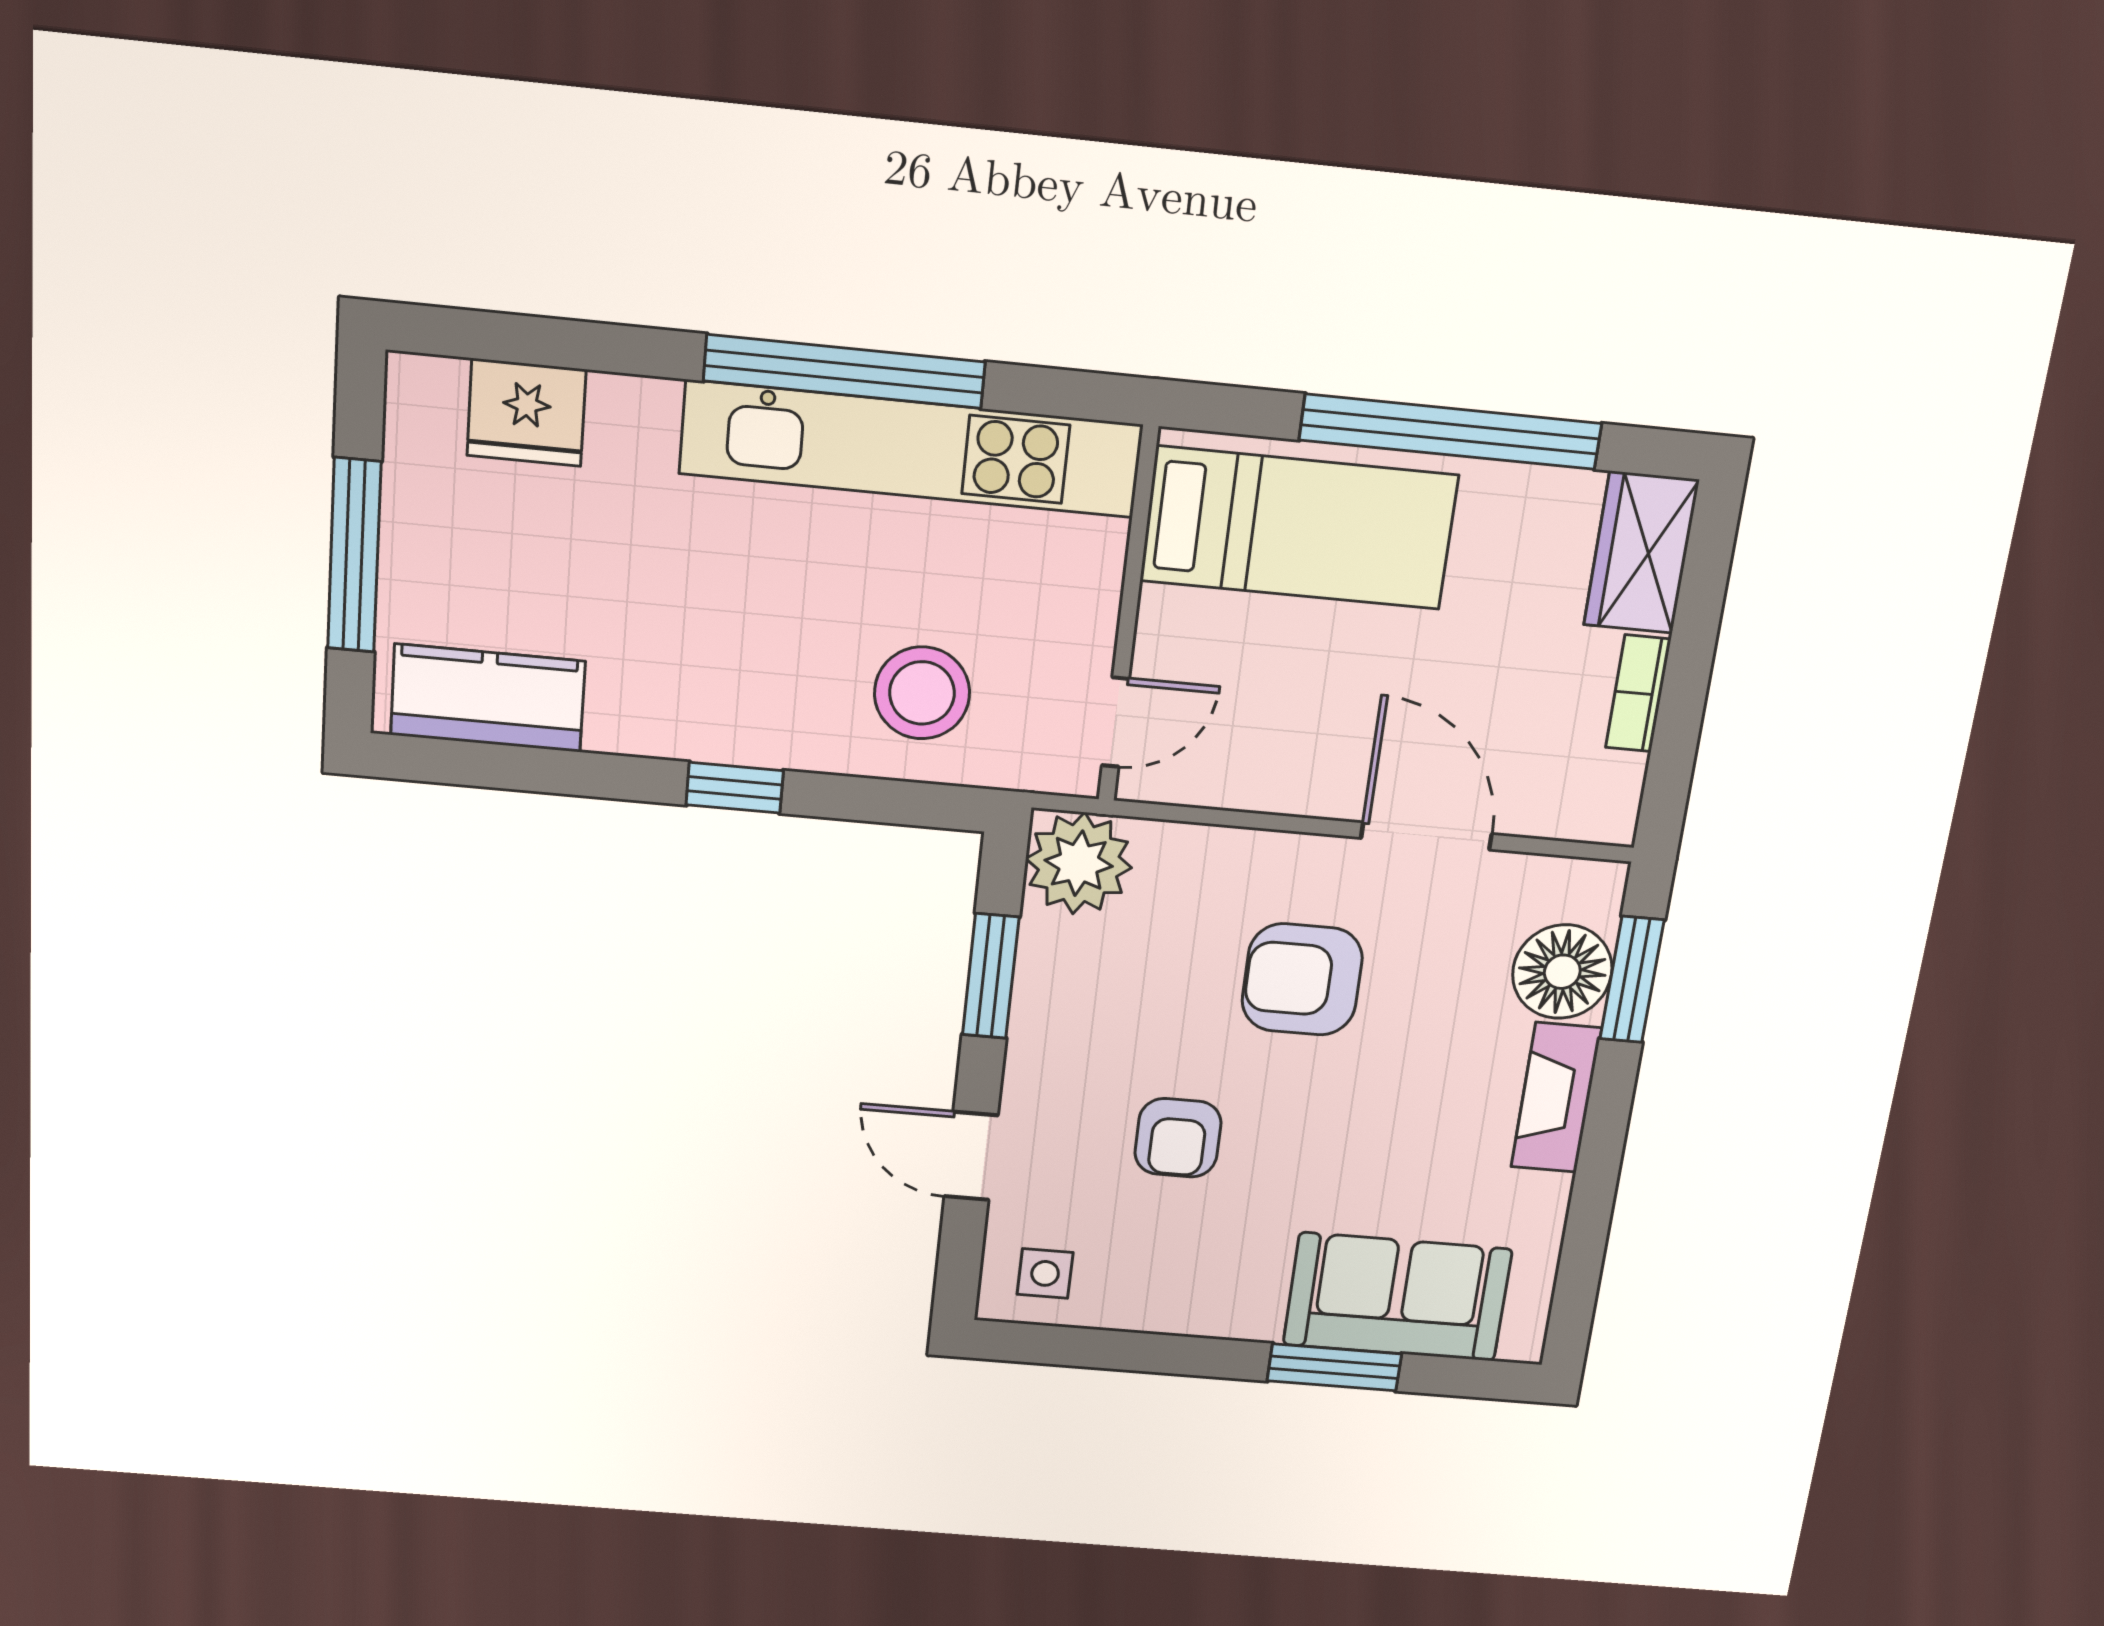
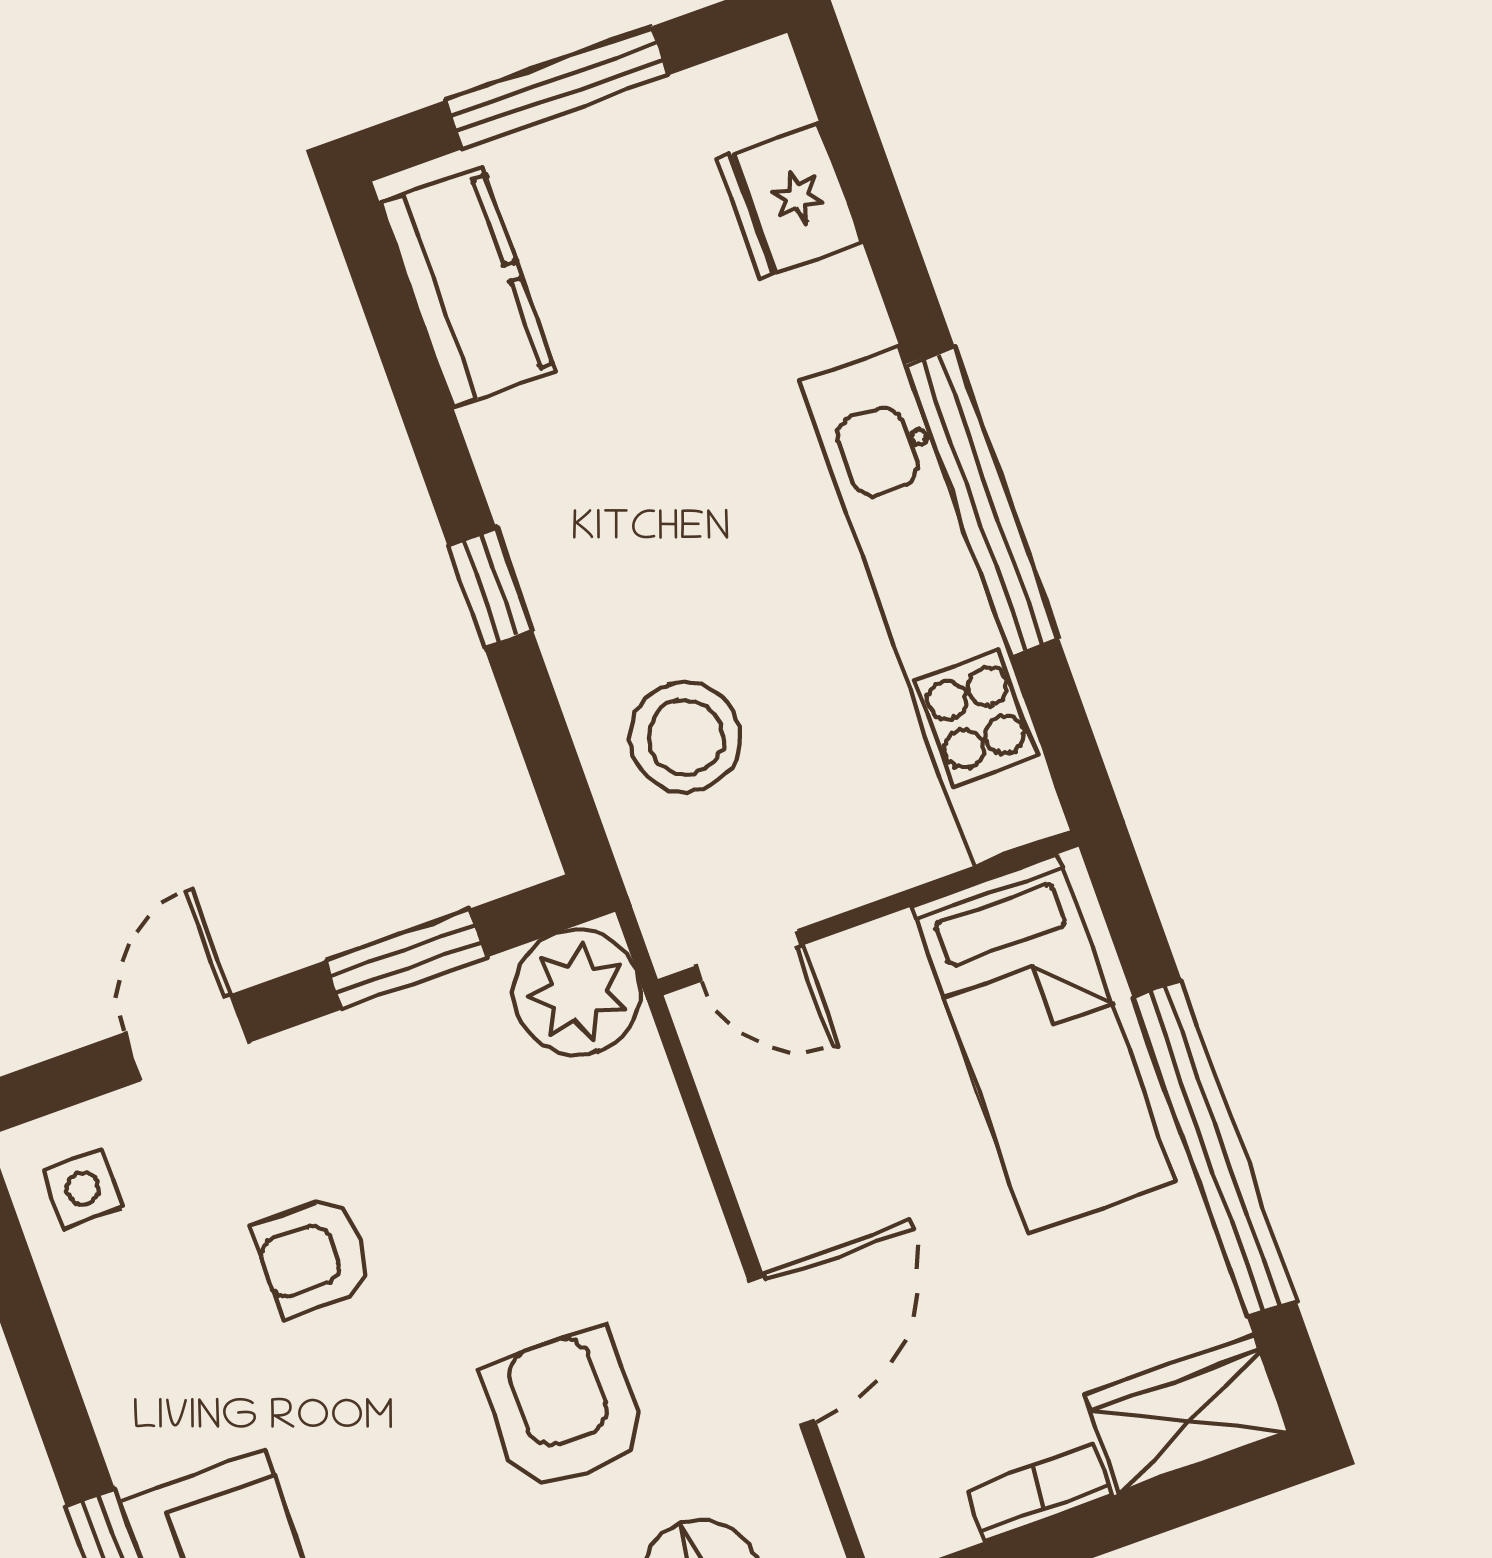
armchair: (1302, 979) -> (564, 1410), moved

